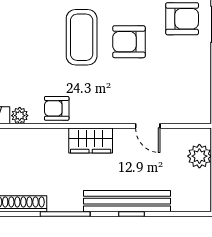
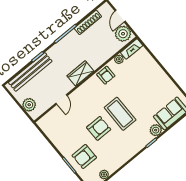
armchair: (57, 108) -> (106, 75), turned 90
door: (148, 126) -> (61, 99), swing flipped
bench: (127, 201) -> (30, 72), moved

